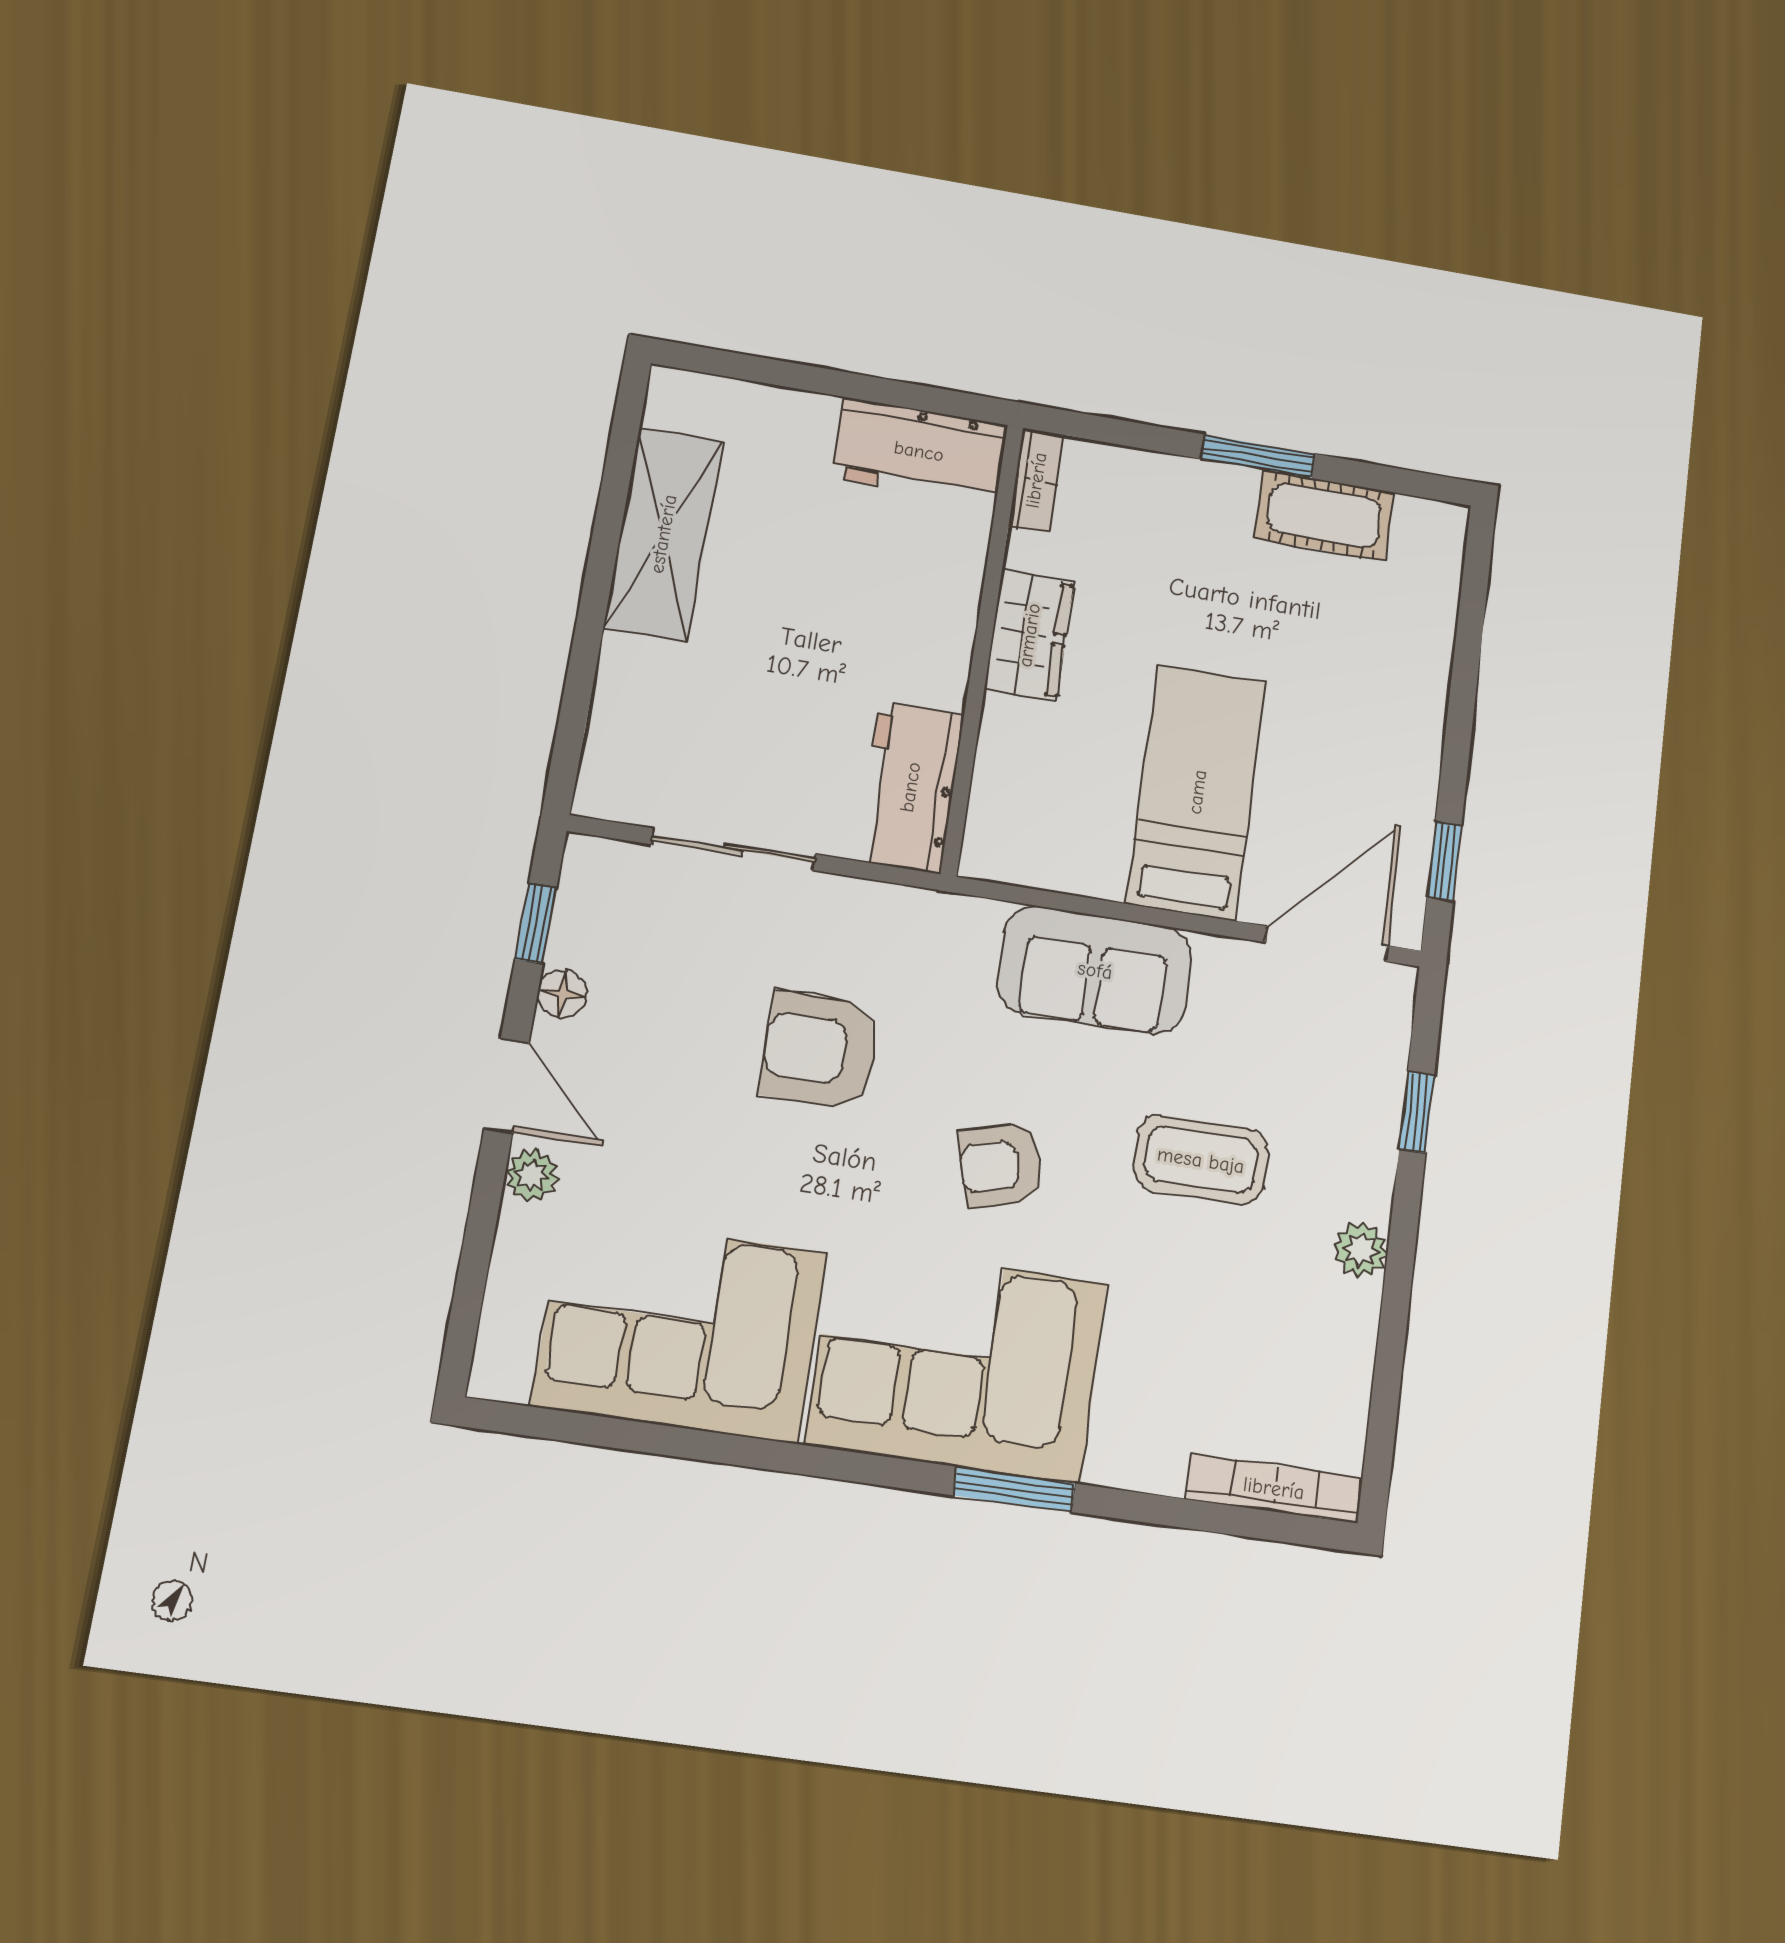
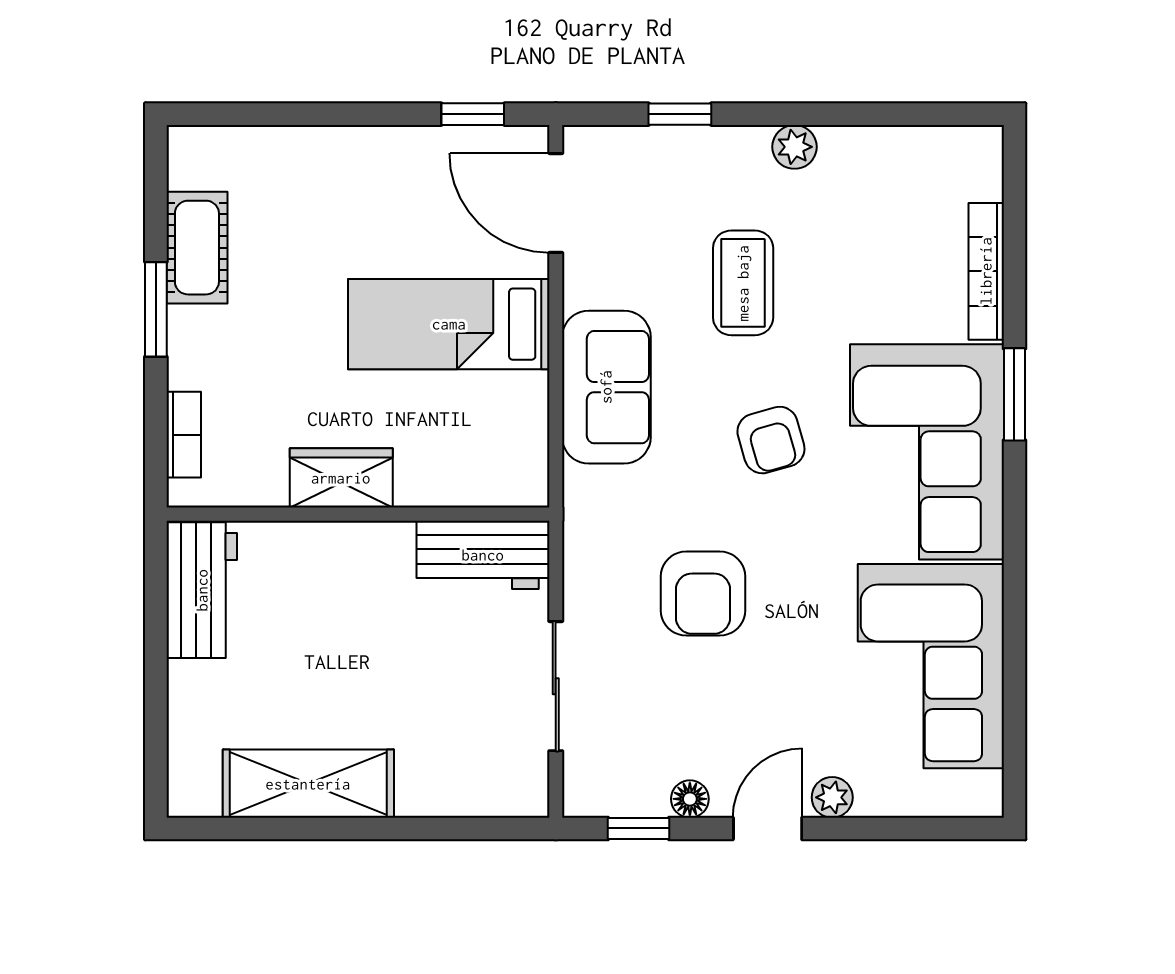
bookcase: (1036, 480) -> (184, 435), moved, turned 90
bookcase: (1274, 1488) -> (986, 271), moved

